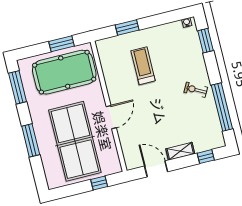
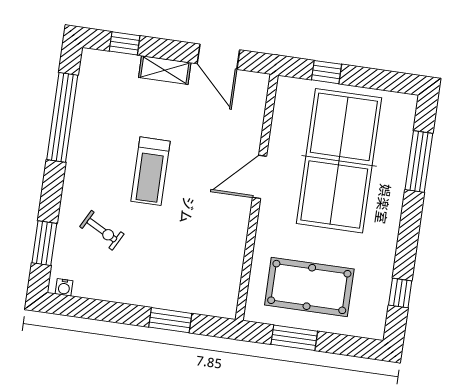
treadmill: (143, 66) -> (151, 171), moved
pool table: (64, 72) -> (309, 287), width x0.73, depth x0.76
window: (18, 87) -> (400, 293), width x0.46
exercise bike: (196, 90) -> (102, 230), moved
window: (31, 140) -> (419, 161), moved

